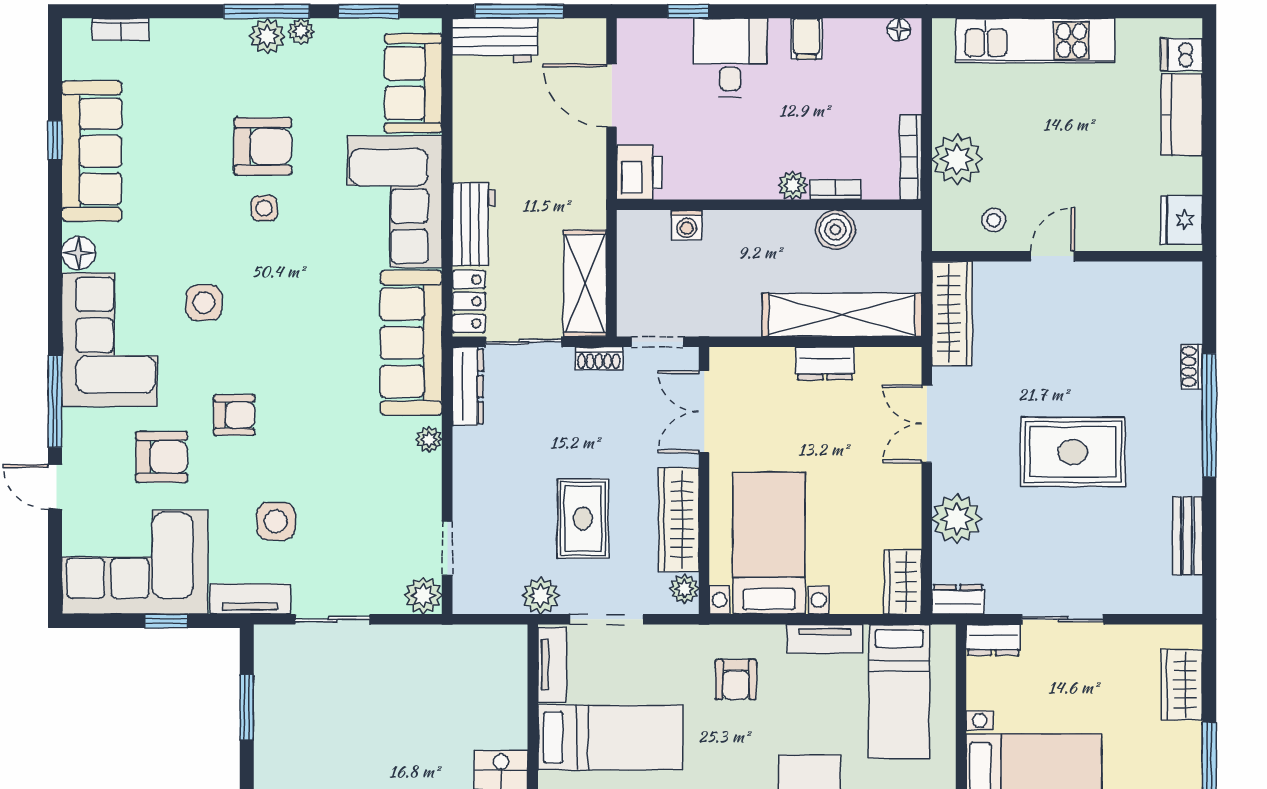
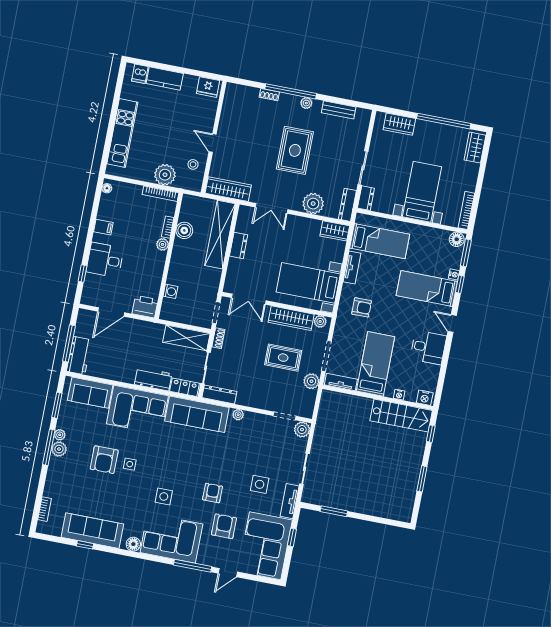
armchair: (263, 146) -> (104, 460), turned 180
plant: (1189, 457) -> (306, 103), added
dresser: (958, 599) -> (347, 205), width x1.44

